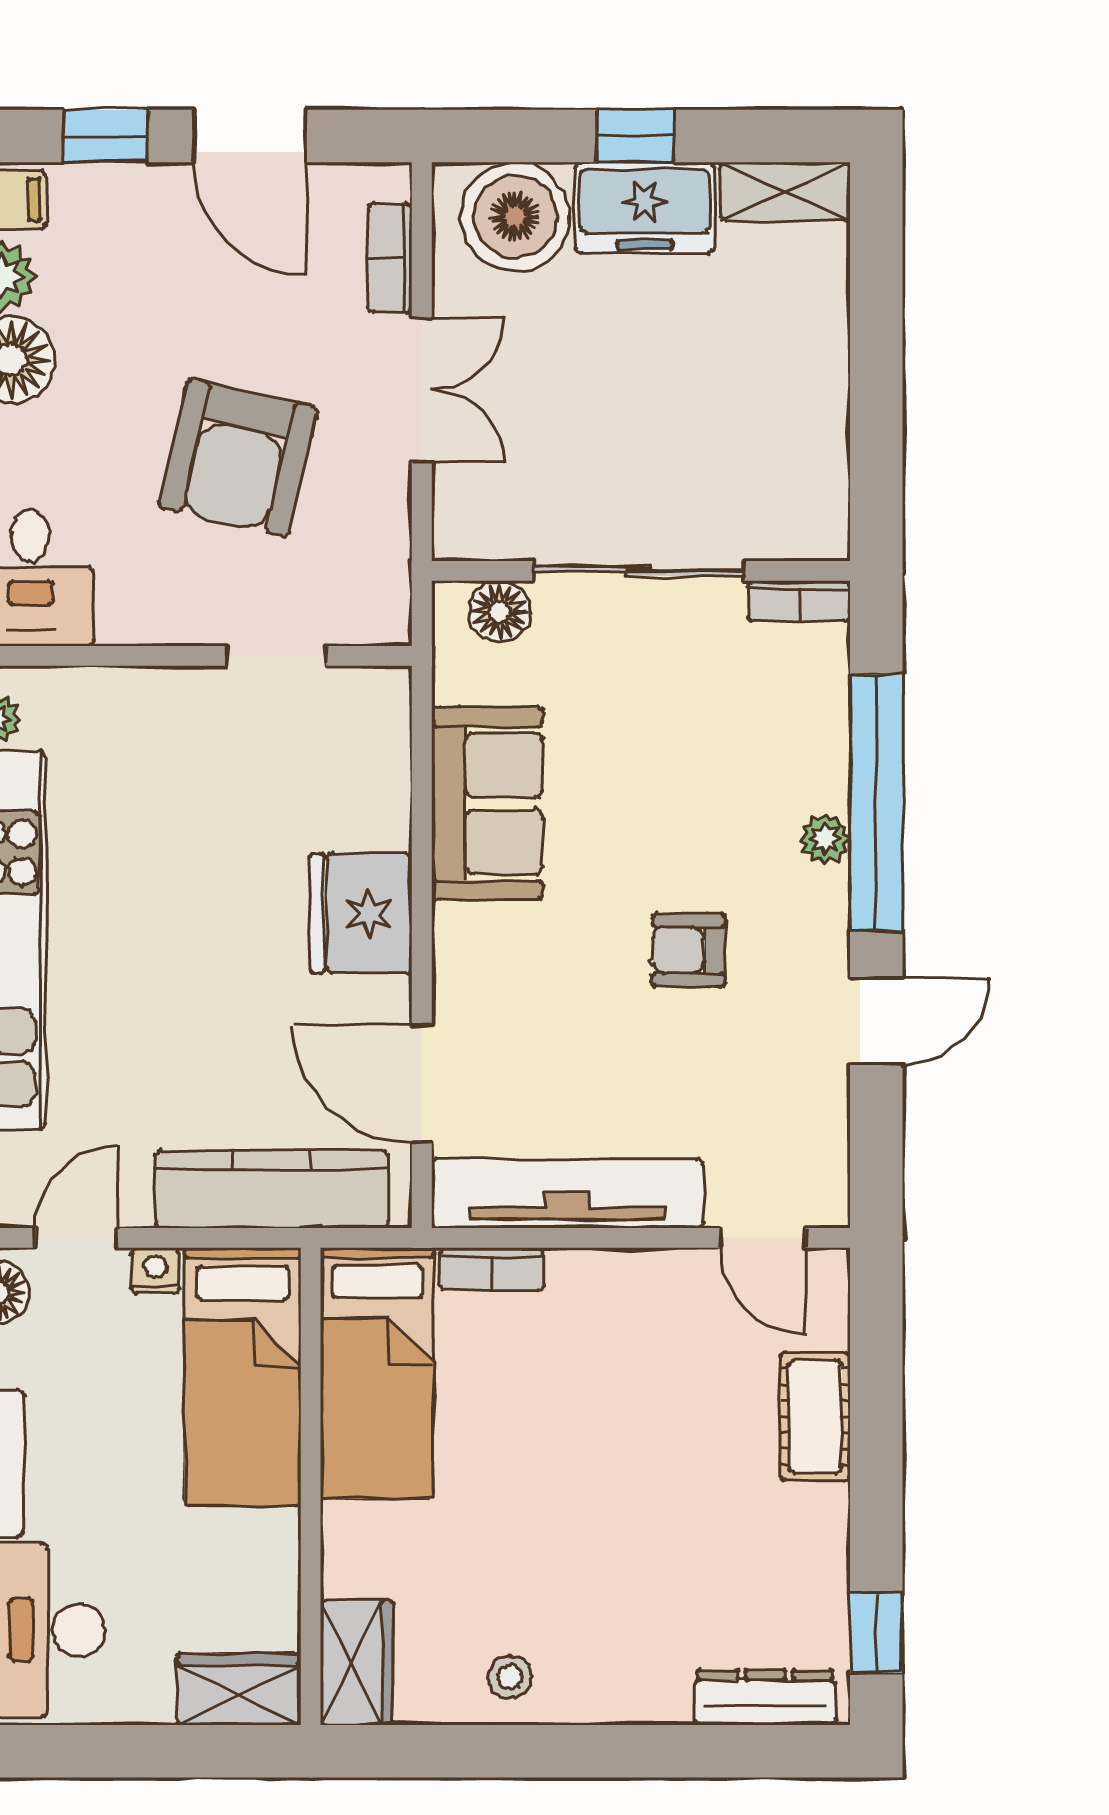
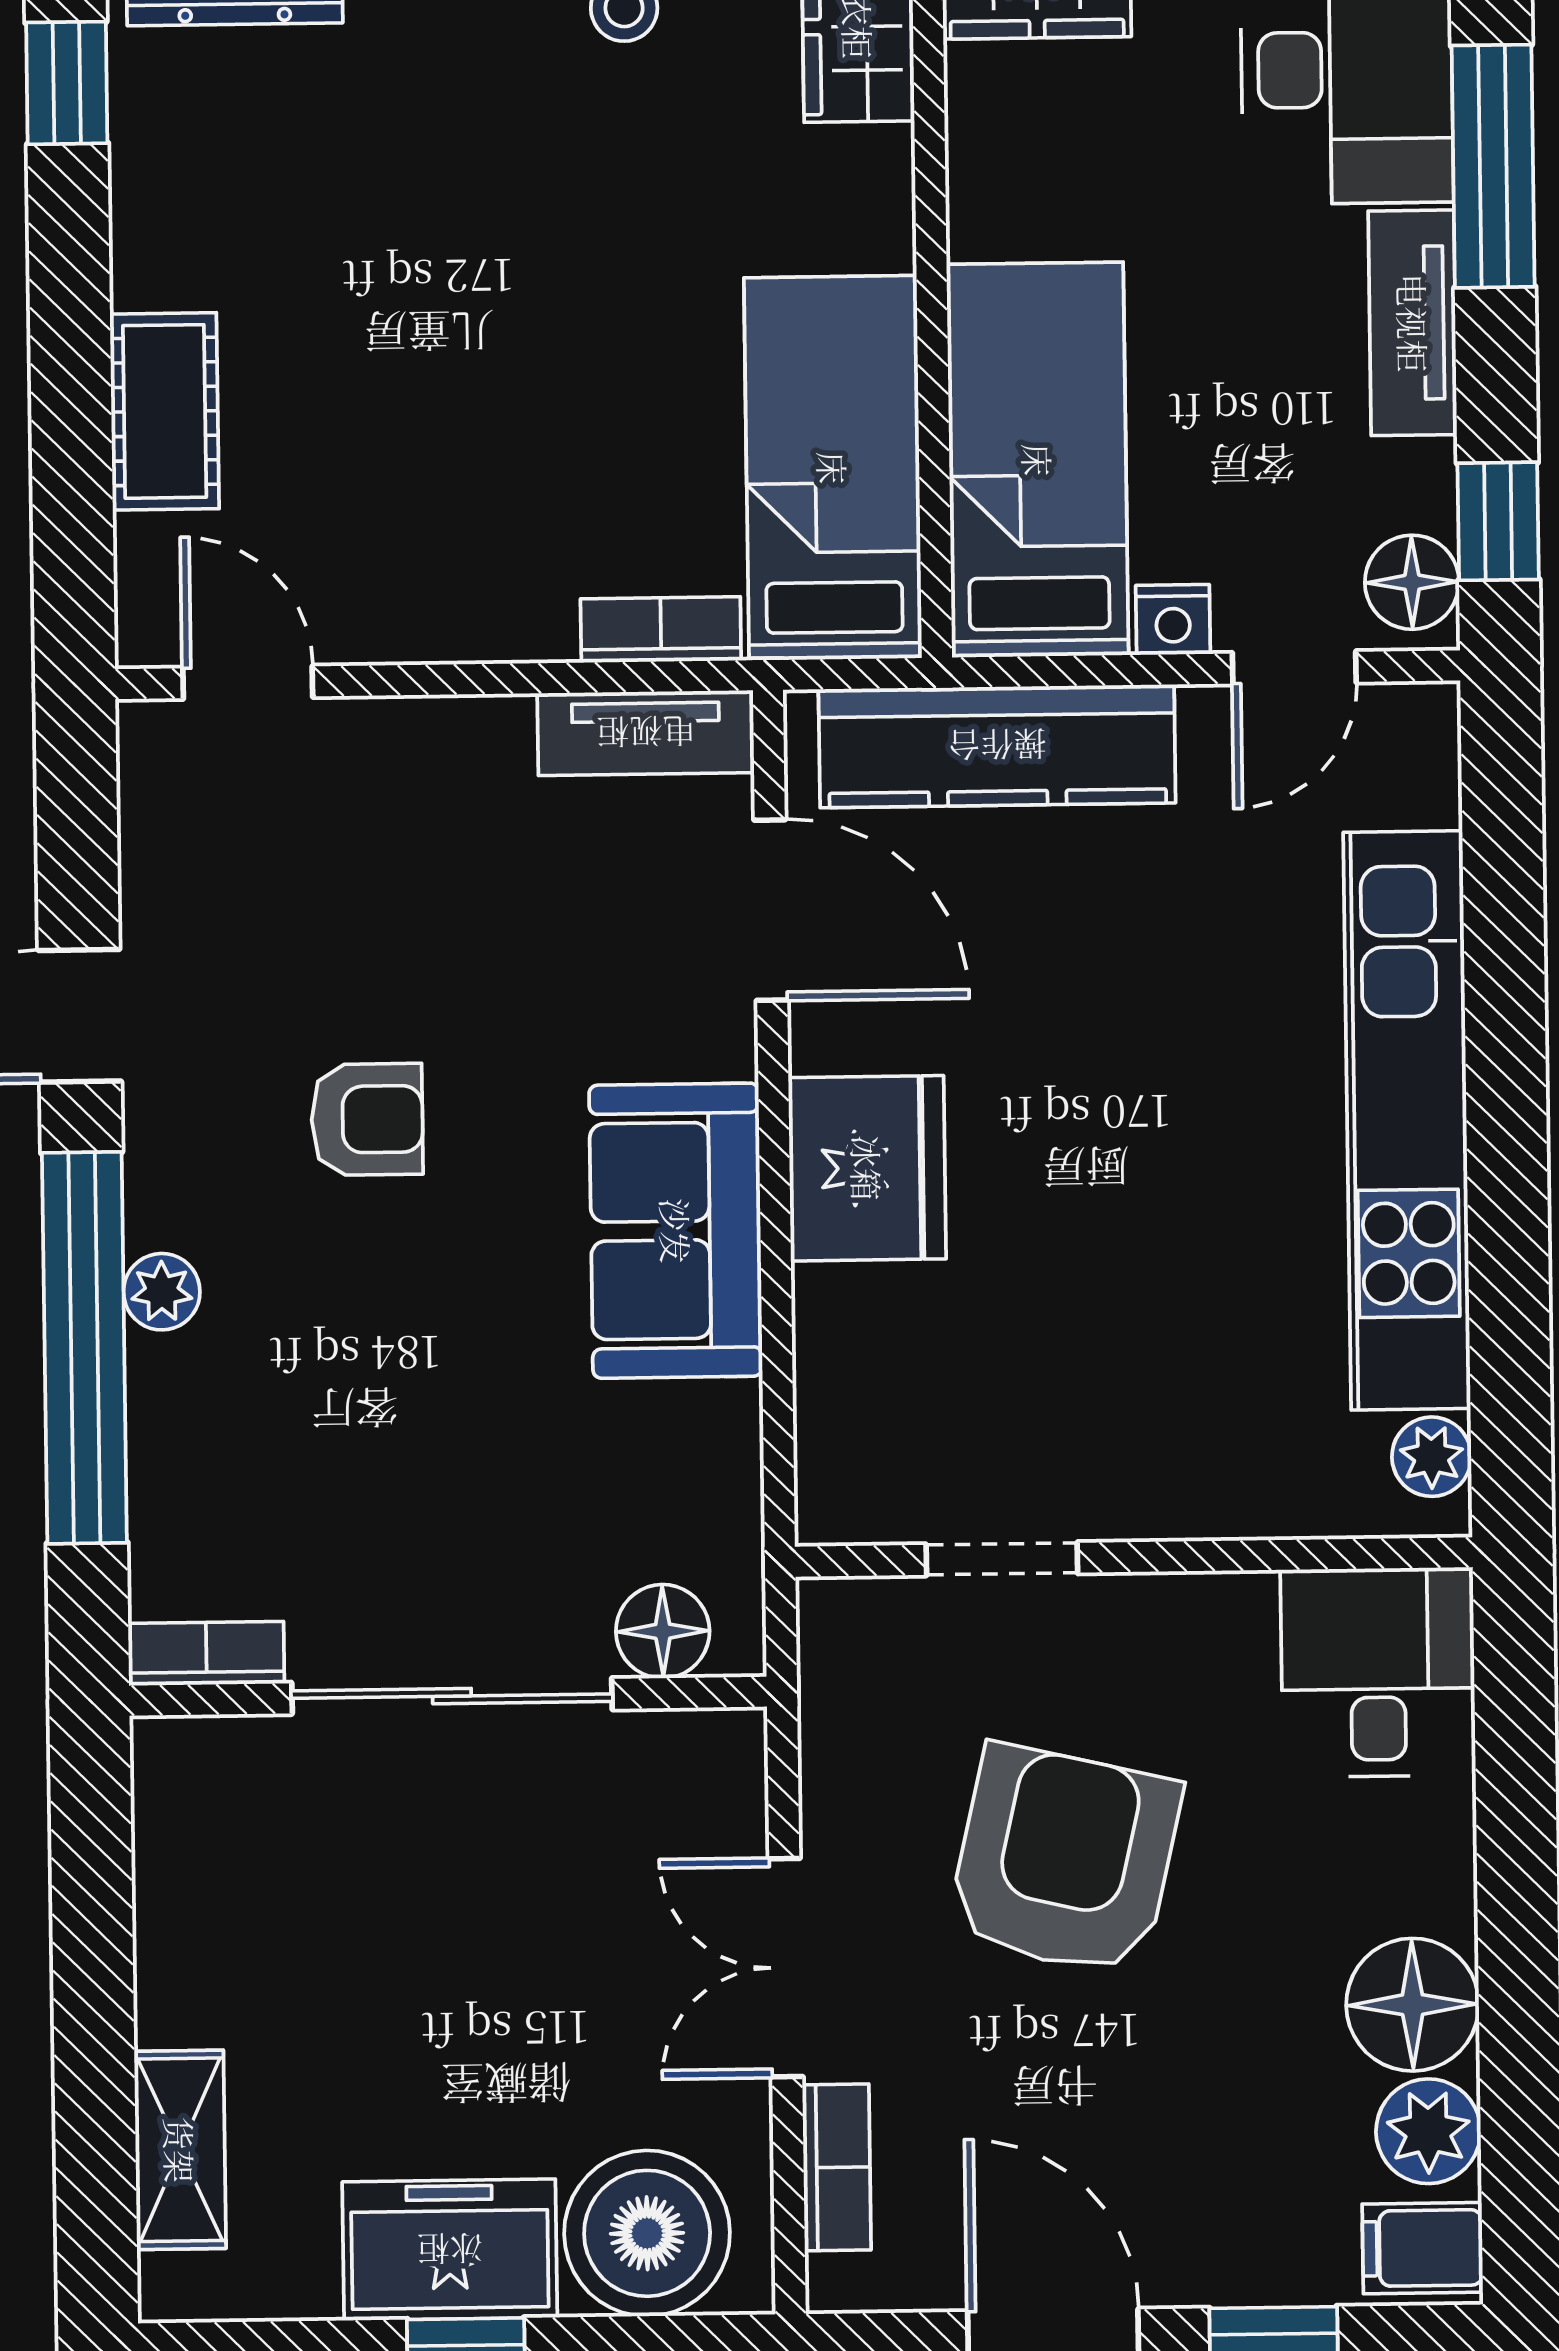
shelving: (785, 192) -> (180, 2150), moved, turned 90
sofa: (487, 804) -> (676, 1231), moved
tv unit: (567, 1193) -> (646, 733), width x0.52, depth x0.78

